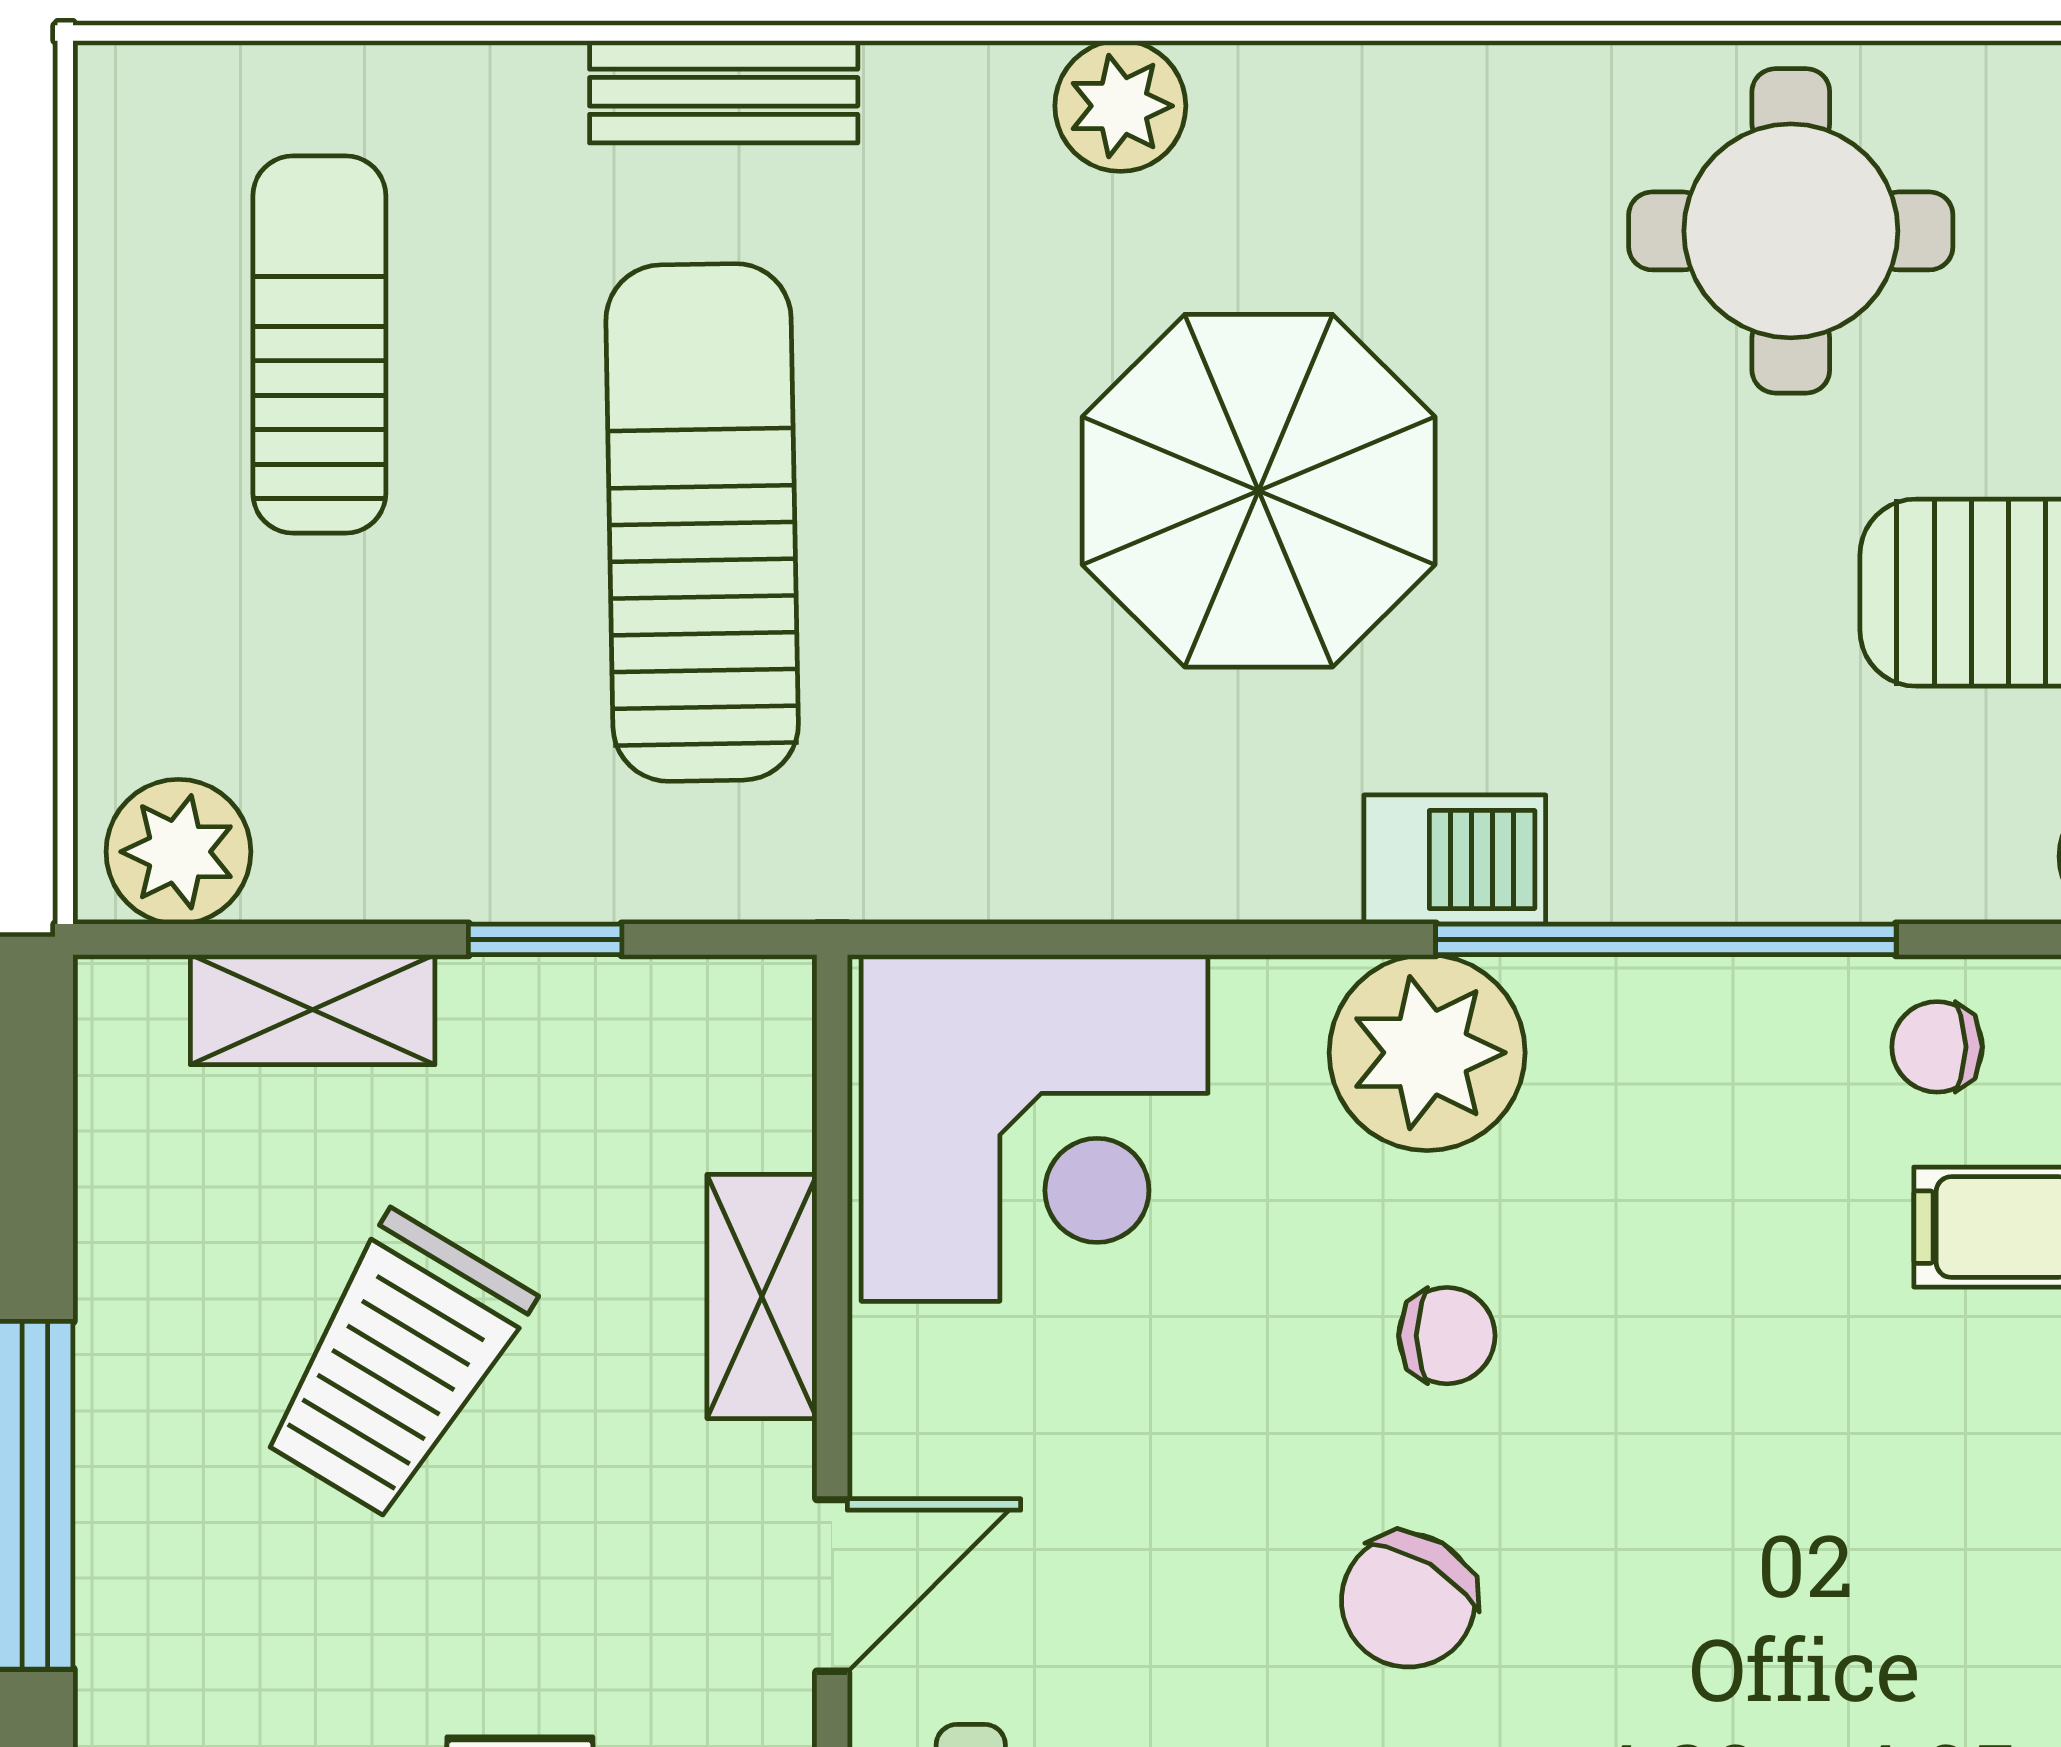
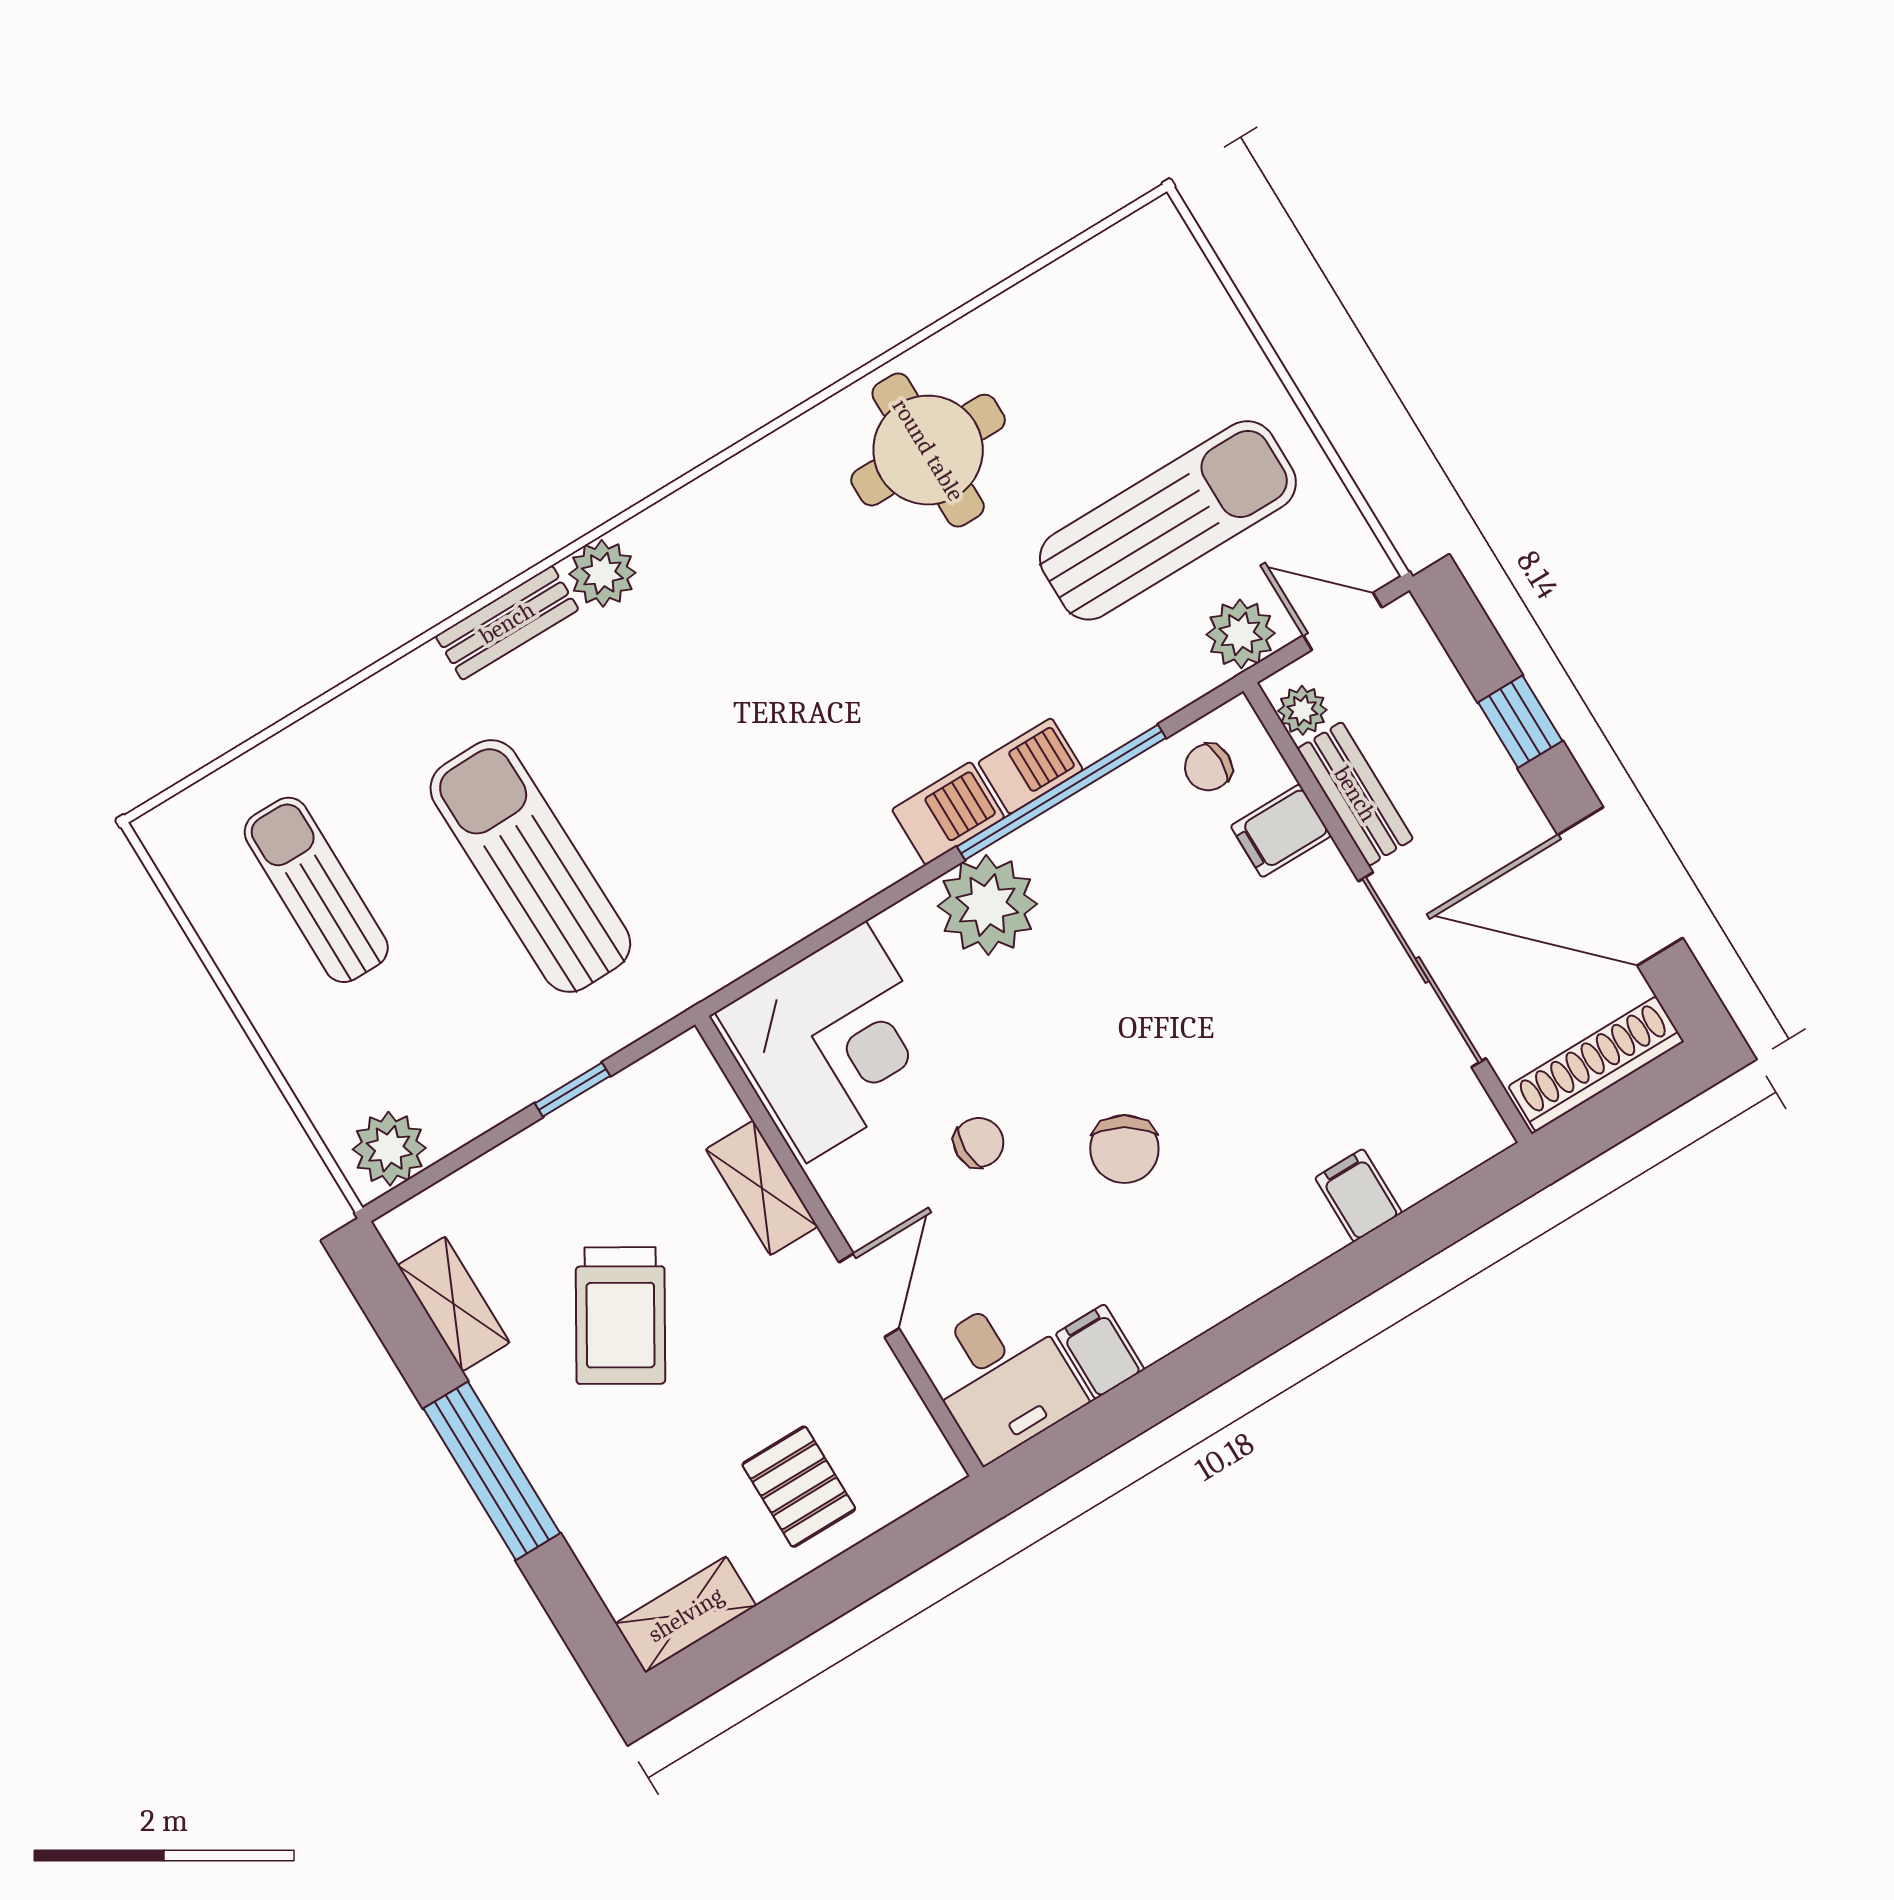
bench: (724, 92) -> (507, 623), moved
parasol: (1259, 491) -> (765, 705), removed
barbecue: (1641, 864) -> (1030, 766), added
shelving: (313, 1010) -> (454, 1304), moved, turned 90
chair: (1447, 1336) -> (979, 1143), moved

